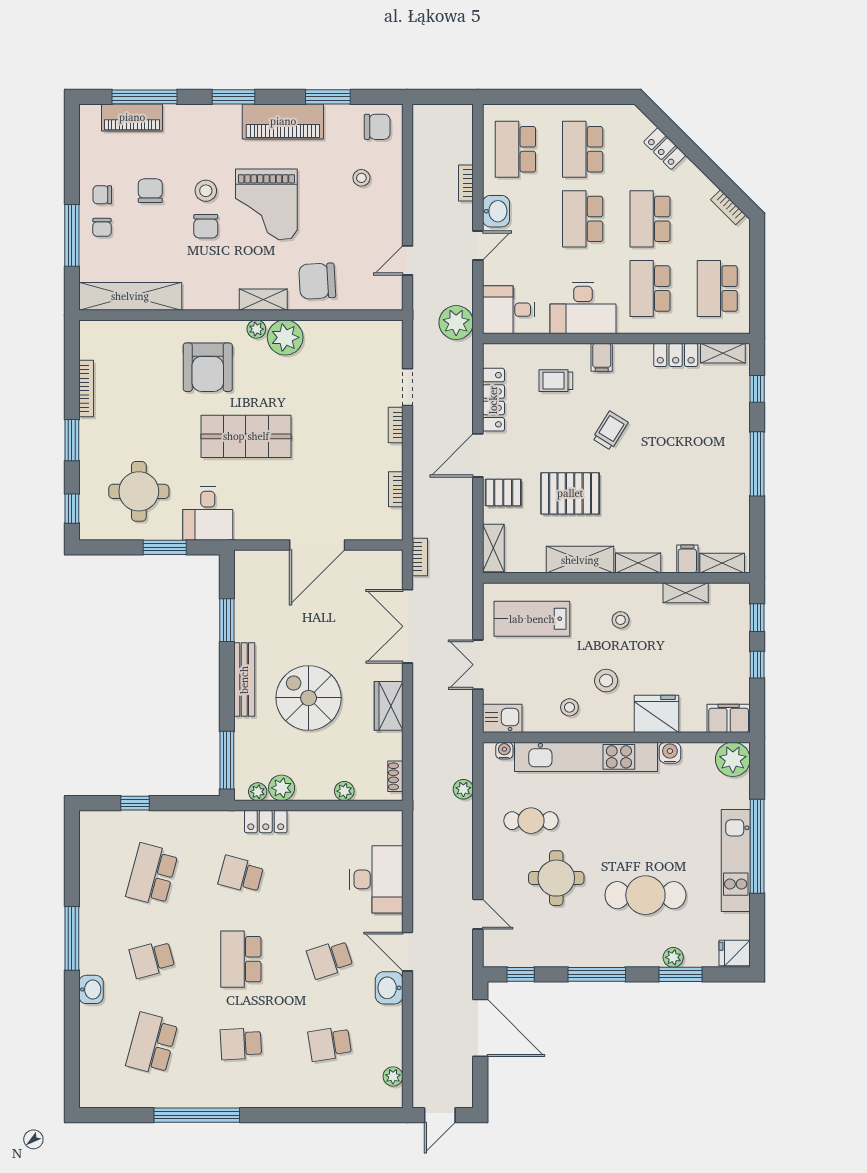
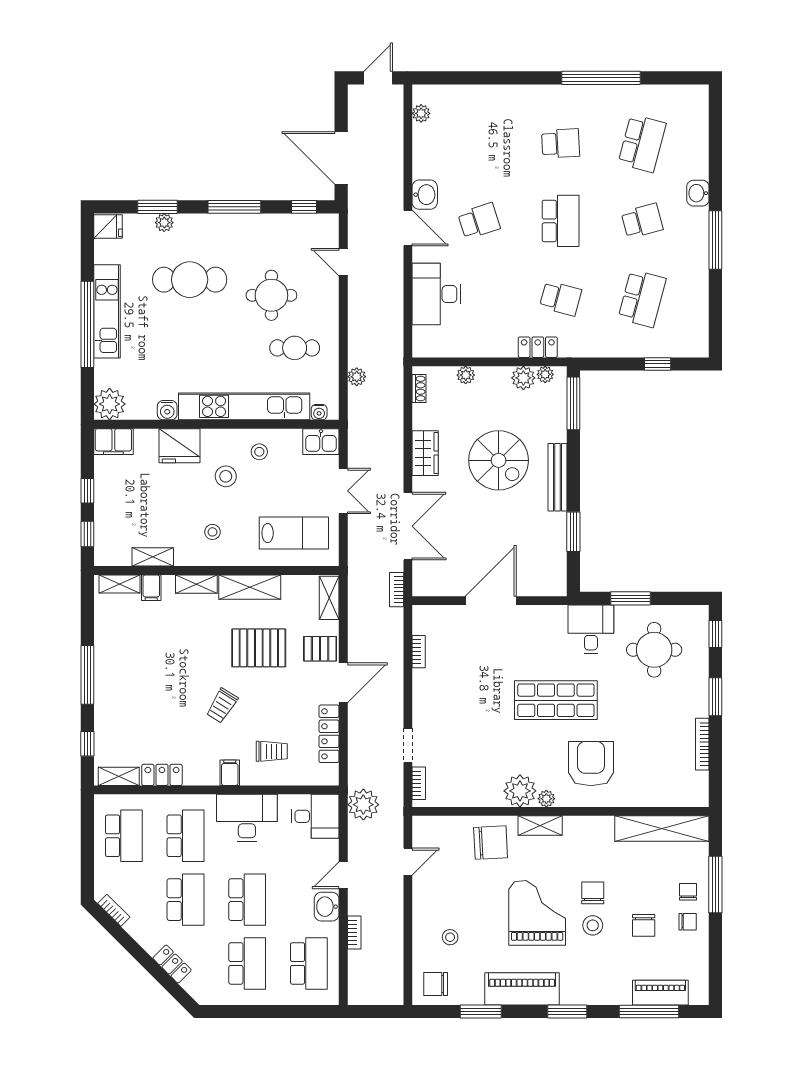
bookcase: (396, 425) -> (419, 783), moved
school desk: (330, 1044) -> (479, 143), removed

